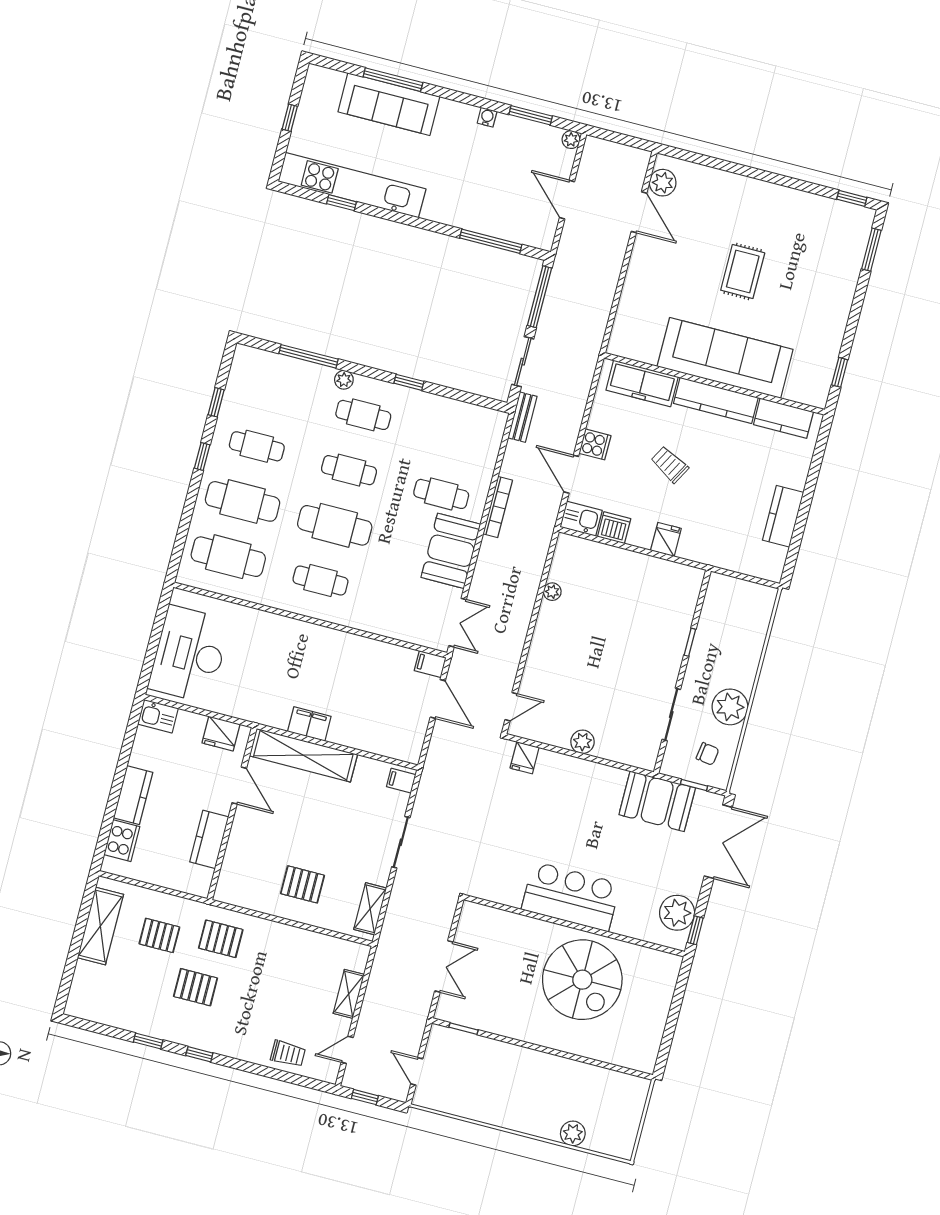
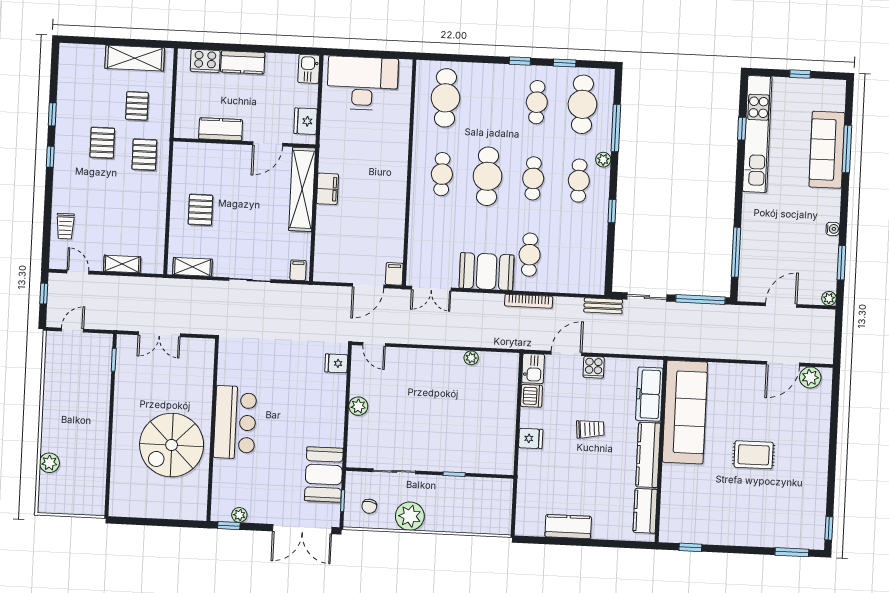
sofa: (725, 358) -> (685, 412), moved
trolley: (670, 464) -> (590, 429), turned 56
cafe table: (243, 501) -> (582, 104), moved
plant: (677, 913) -> (239, 515), width x0.53, depth x0.53

